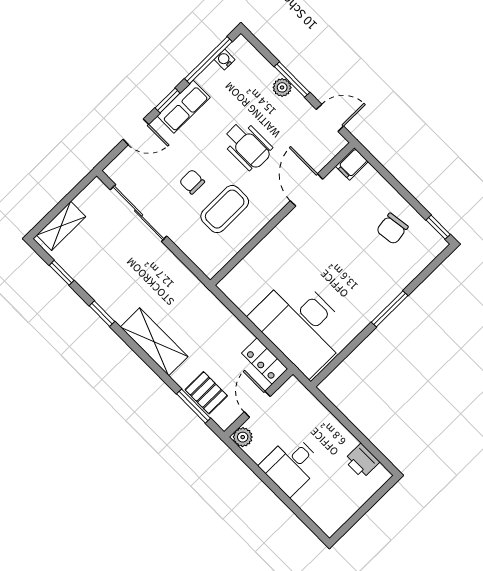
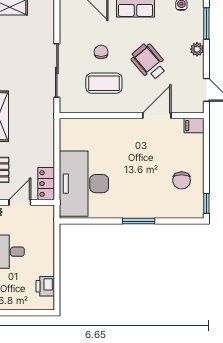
window: (292, 79) -> (206, 23), moved
wheelchair: (248, 146) -> (149, 62), turned 140
sliding door: (139, 213) -> (57, 70), moved
chair: (392, 229) -> (182, 180), turned -82

